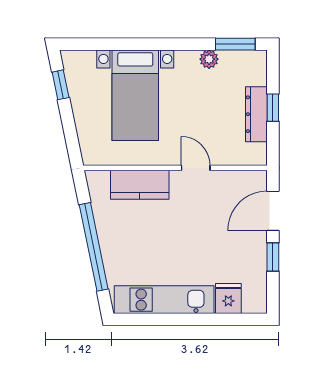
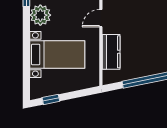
plant: (209, 59) -> (40, 15), width x1.87, depth x1.87

